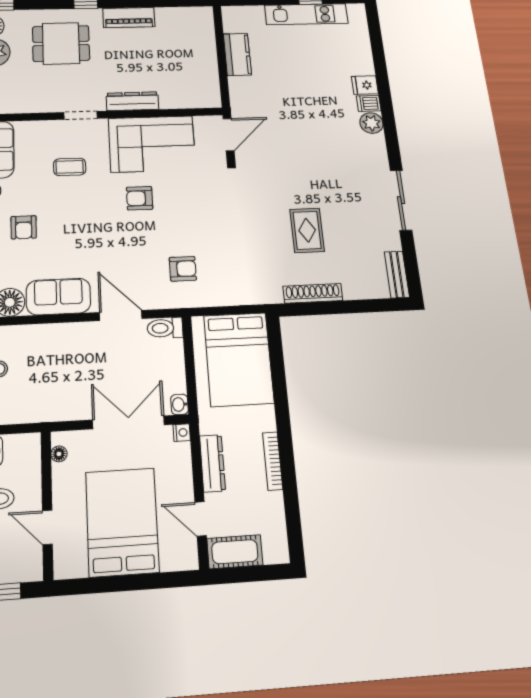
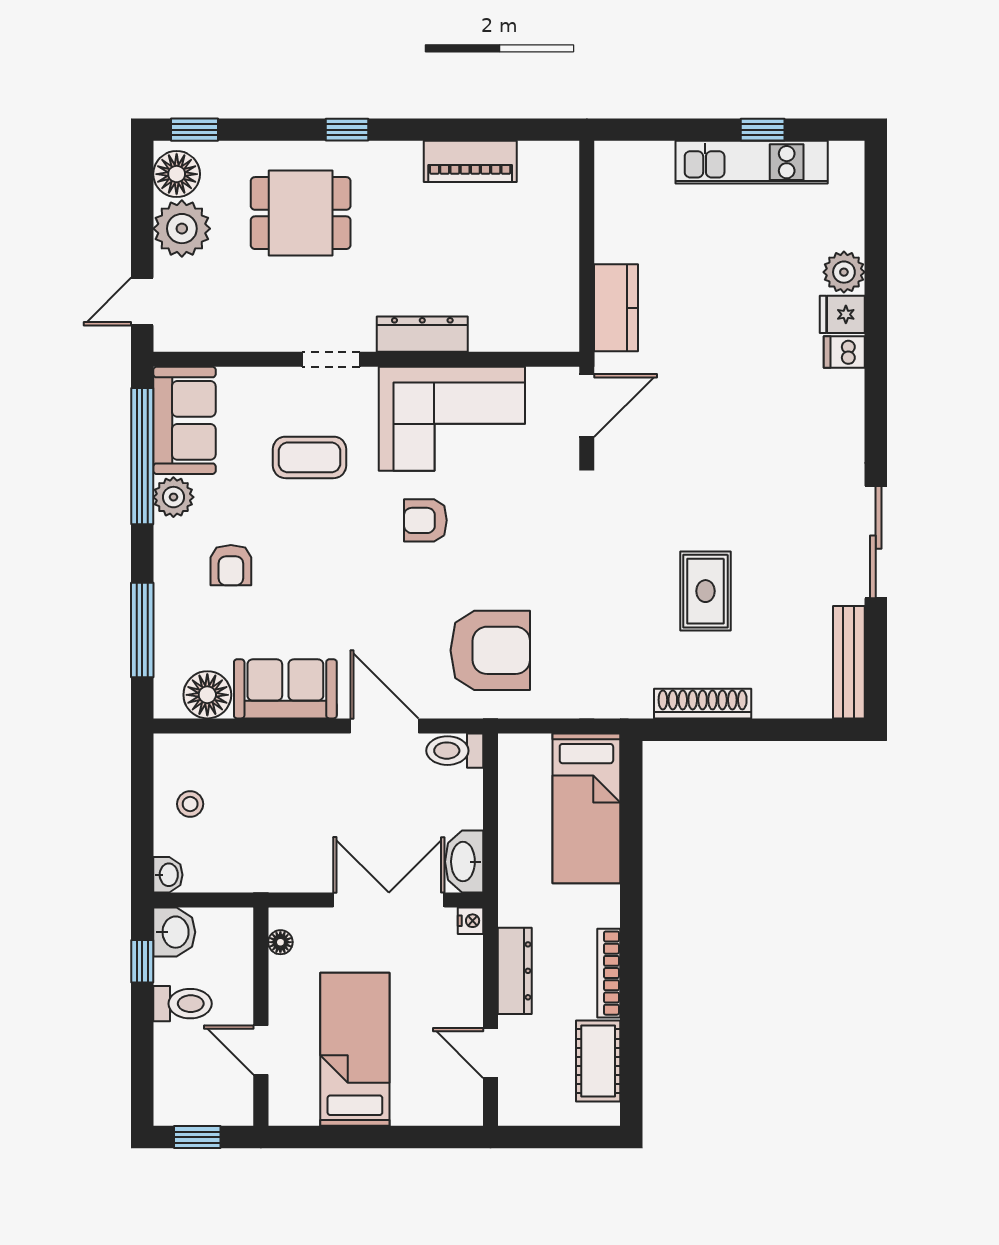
piano: (129, 17) -> (470, 161), moved
kitchen counter: (237, 54) -> (616, 308), moved
plant: (371, 123) -> (844, 272), moved
coffee table: (70, 167) -> (310, 457), width x1.36, depth x1.30
armchair: (183, 269) -> (490, 650), width x1.88, depth x1.88
bench: (397, 274) -> (849, 662), width x1.36
bed: (239, 359) -> (586, 808), width x0.67
washbasin: (179, 404) -> (464, 862), width x1.91, depth x1.45
bed: (122, 522) -> (355, 1049), width x0.67
cot: (235, 552) -> (598, 1061), moved, turned 90

